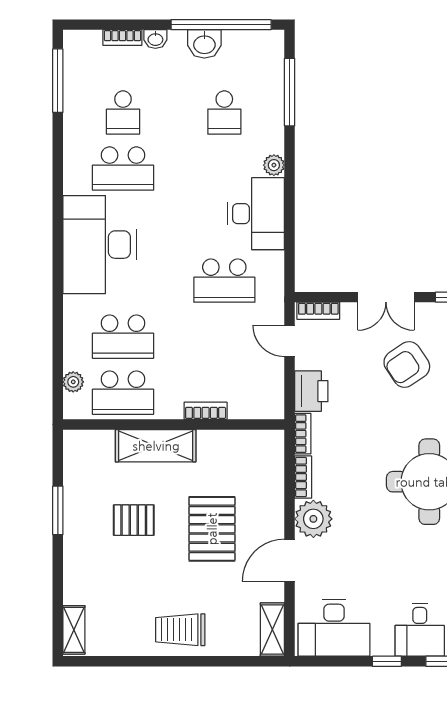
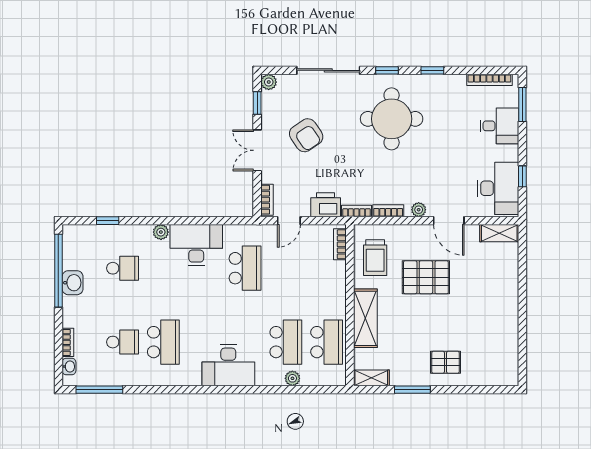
washbasin: (155, 39) -> (69, 367), moved
window: (290, 92) -> (108, 221), width x0.46
desk: (100, 245) -> (228, 365), width x0.73, depth x0.77
double door: (386, 297) -> (257, 150), swing flipped
plant: (73, 382) -> (292, 378), moved
bookcase: (206, 411) -> (340, 244), moved
plant: (313, 519) -> (419, 210), width x0.53, depth x0.53
pallet: (134, 520) -> (446, 362), moved, turned 90
shelving: (74, 630) -> (371, 378), moved
trolley: (180, 630) -> (375, 258), moved
window: (387, 661) -> (522, 176), moved

